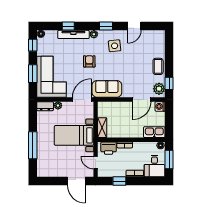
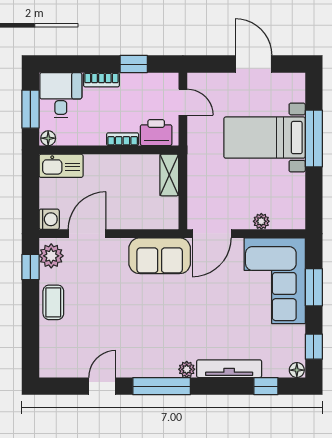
window: (68, 26) -> (266, 386), moved
window: (106, 26) -> (162, 386), width x2.17
side table: (115, 46) -> (144, 345), removed
armchair: (89, 61) -> (196, 313), removed
dresser: (45, 106) -> (288, 220), removed
bed with nightstands: (74, 135) -> (265, 138), moved, turned 180
door: (76, 181) -> (253, 64), moved

